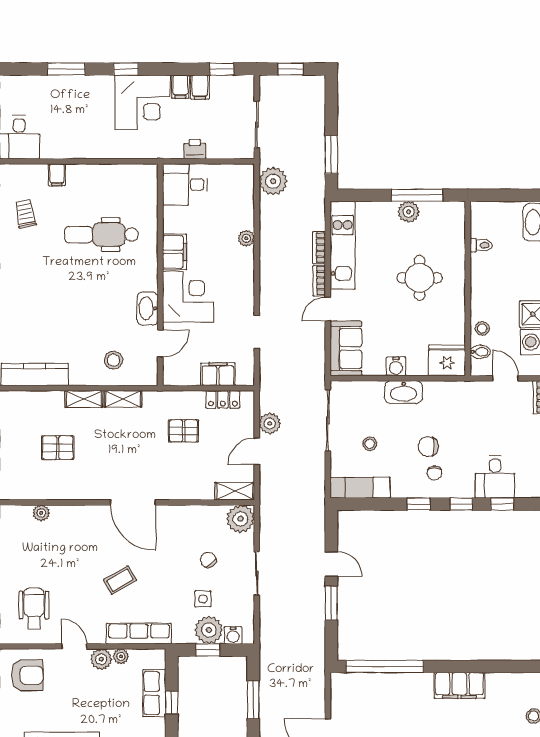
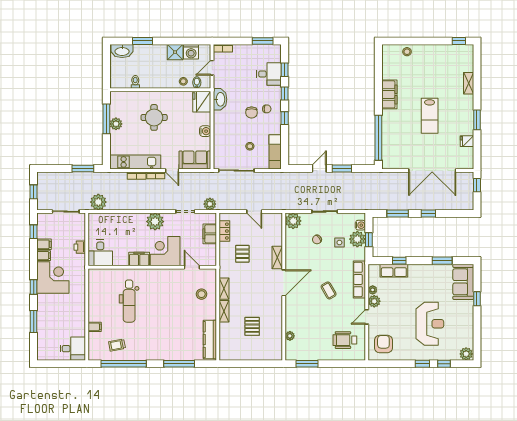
plant: (246, 238) -> (155, 222), moved, width x1.88, depth x1.88
washbasin: (147, 308) -> (172, 275), removed
washbasin: (404, 392) -> (220, 99), moved
plant: (270, 423) -> (210, 204), moved
shelving: (235, 491) -> (277, 257), moved

